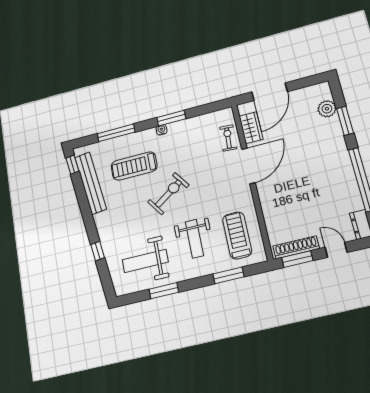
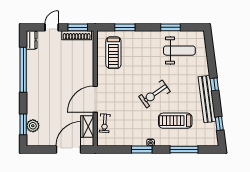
window: (345, 121) -> (23, 124), moved
window: (72, 165) -> (219, 123), moved
treadmill: (134, 166) -> (175, 121), turned 180
bench: (91, 183) -> (207, 99), moved
weight bench: (194, 239) -> (143, 58), removed
door: (336, 250) -> (52, 27), swing flipped
window: (98, 251) -> (214, 84), moved

